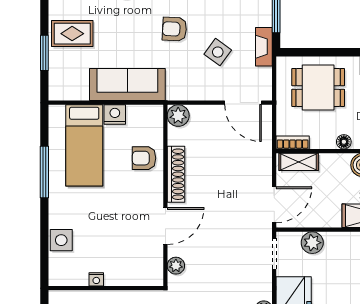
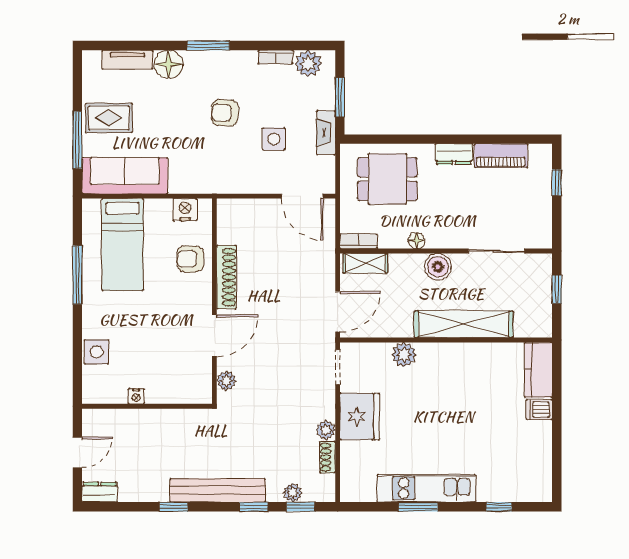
side table: (218, 52) -> (274, 139), turned -36
window: (44, 53) -> (77, 140), width x1.44
sofa: (127, 85) -> (125, 176), moved
nightstand: (115, 114) -> (185, 210), moved
plant: (178, 116) -> (229, 211), removed
plant: (312, 243) -> (404, 355), moved

